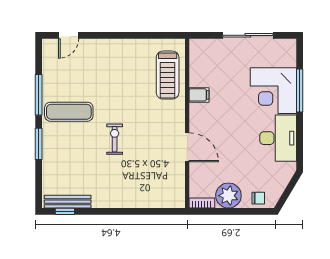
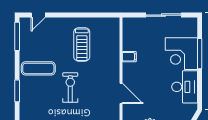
treadmill: (168, 75) -> (82, 44), moved
window: (39, 95) -> (17, 36), moved
exercise bike: (115, 139) -> (70, 88), width x1.38, depth x1.39

